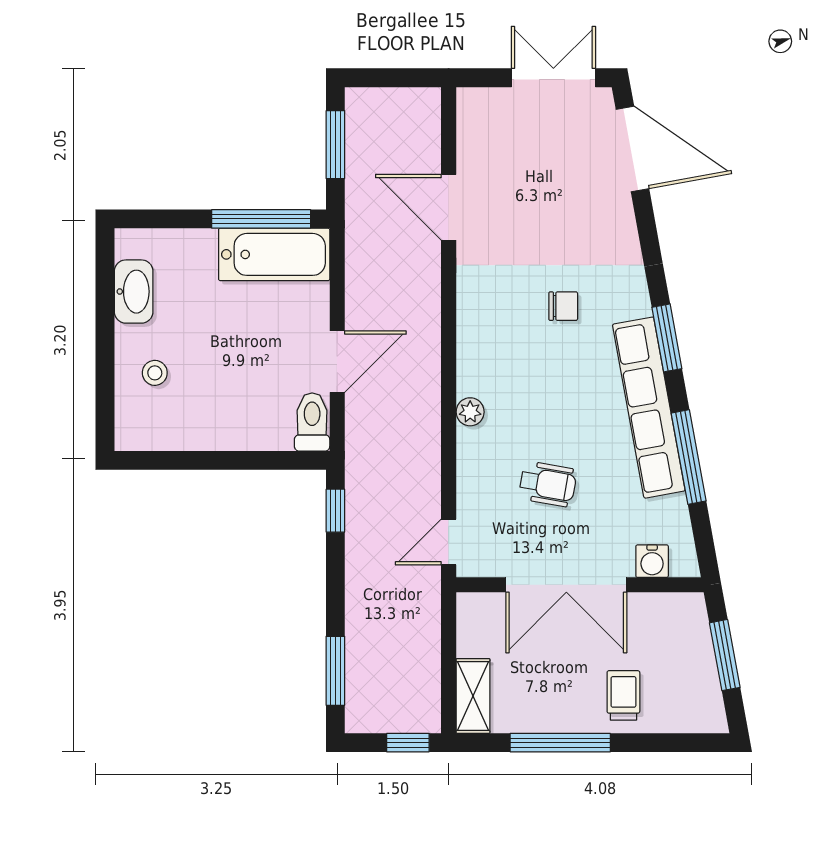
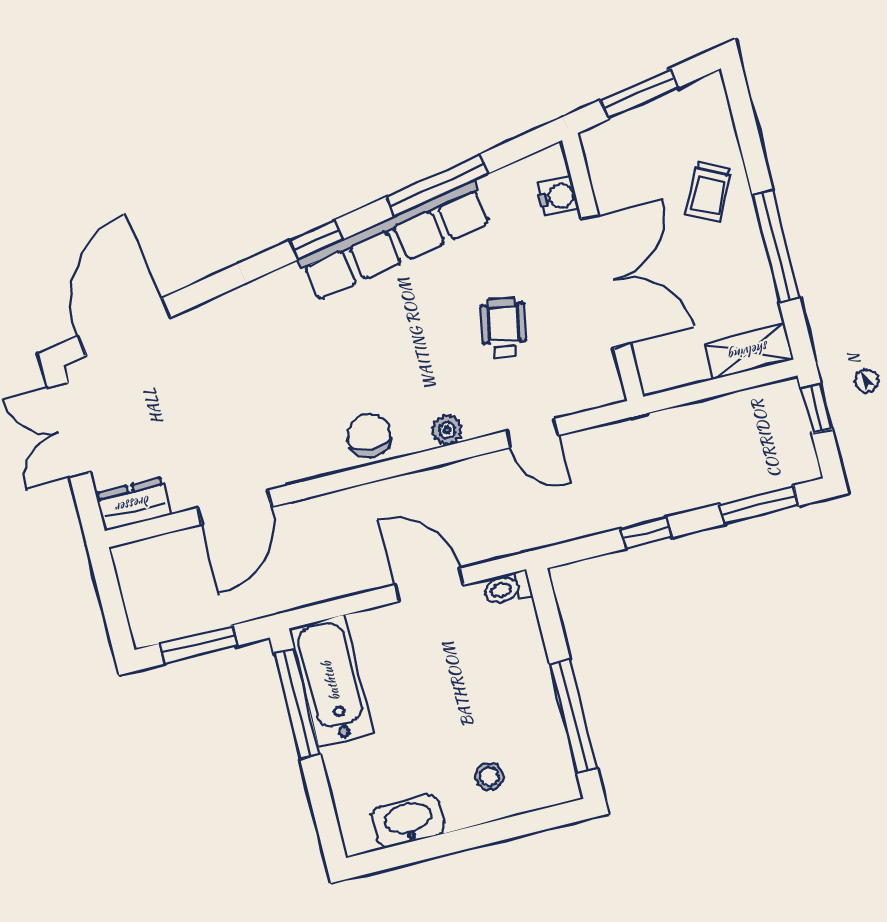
dresser: (474, 118) -> (133, 504), added
chair: (563, 306) -> (369, 435), moved, width x1.37, depth x1.37
window: (667, 338) -> (316, 240), width x0.67
toilet: (312, 422) -> (507, 589), width x0.73, depth x0.72
window: (190, 460) -> (573, 716), added
window: (335, 511) -> (647, 533), moved
door: (449, 542) -> (533, 433), moved
trolley: (623, 695) -> (709, 191), turned -63

